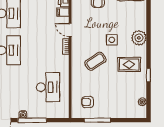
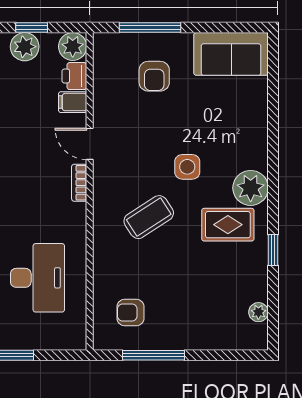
plant: (139, 38) -> (251, 188), moved

